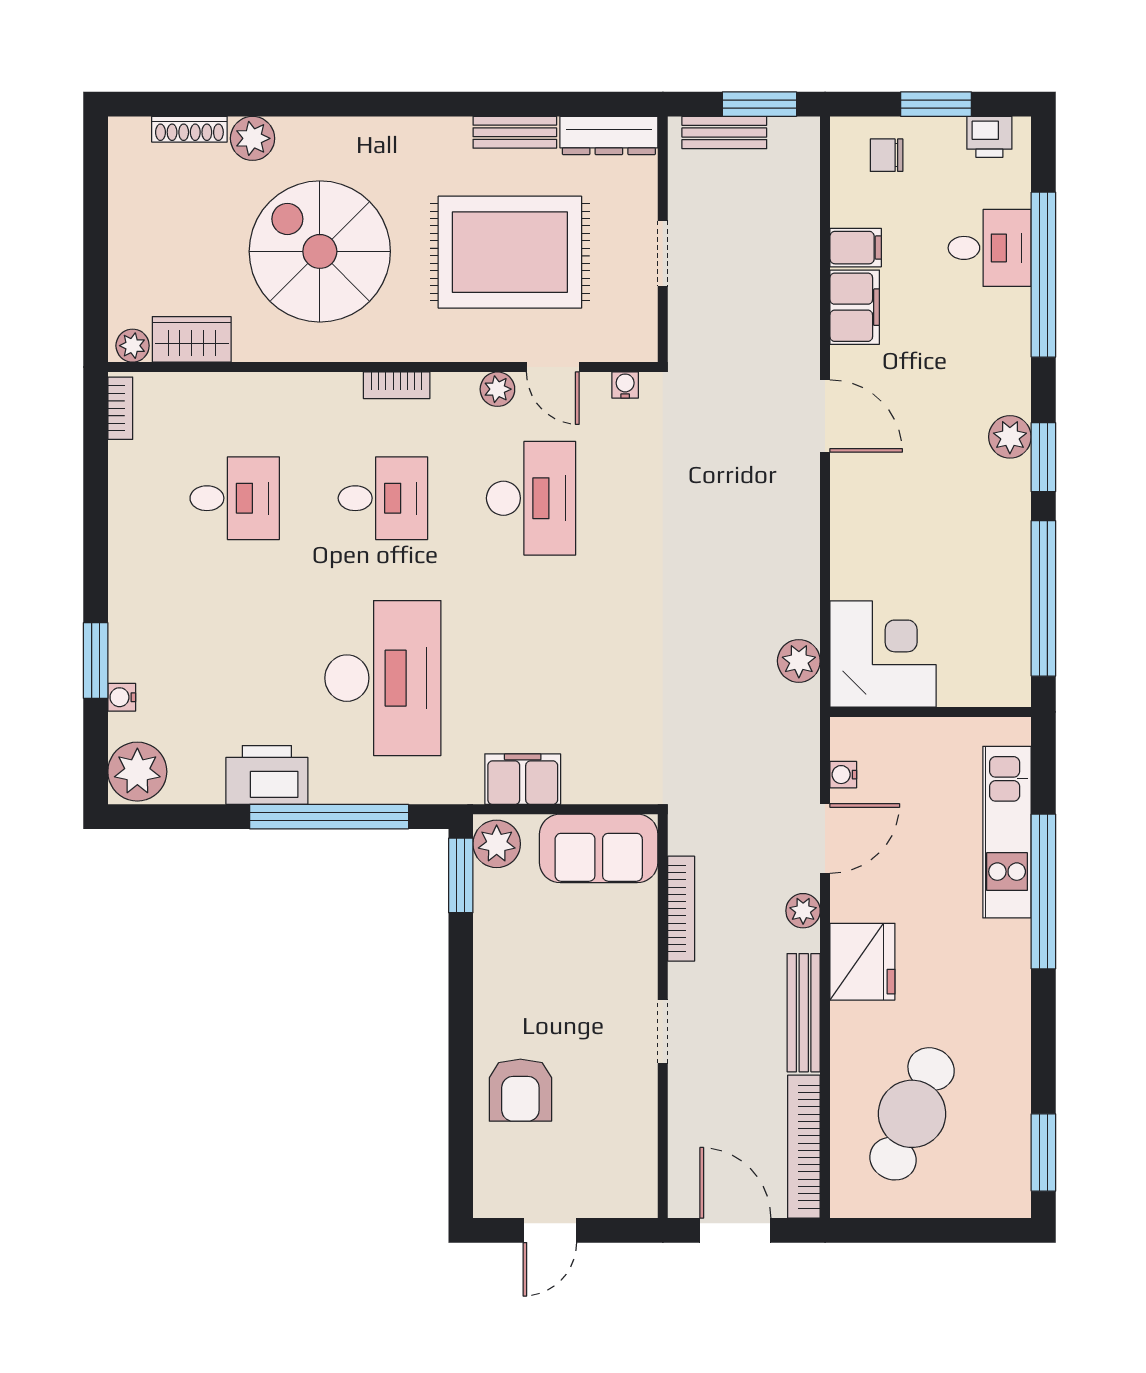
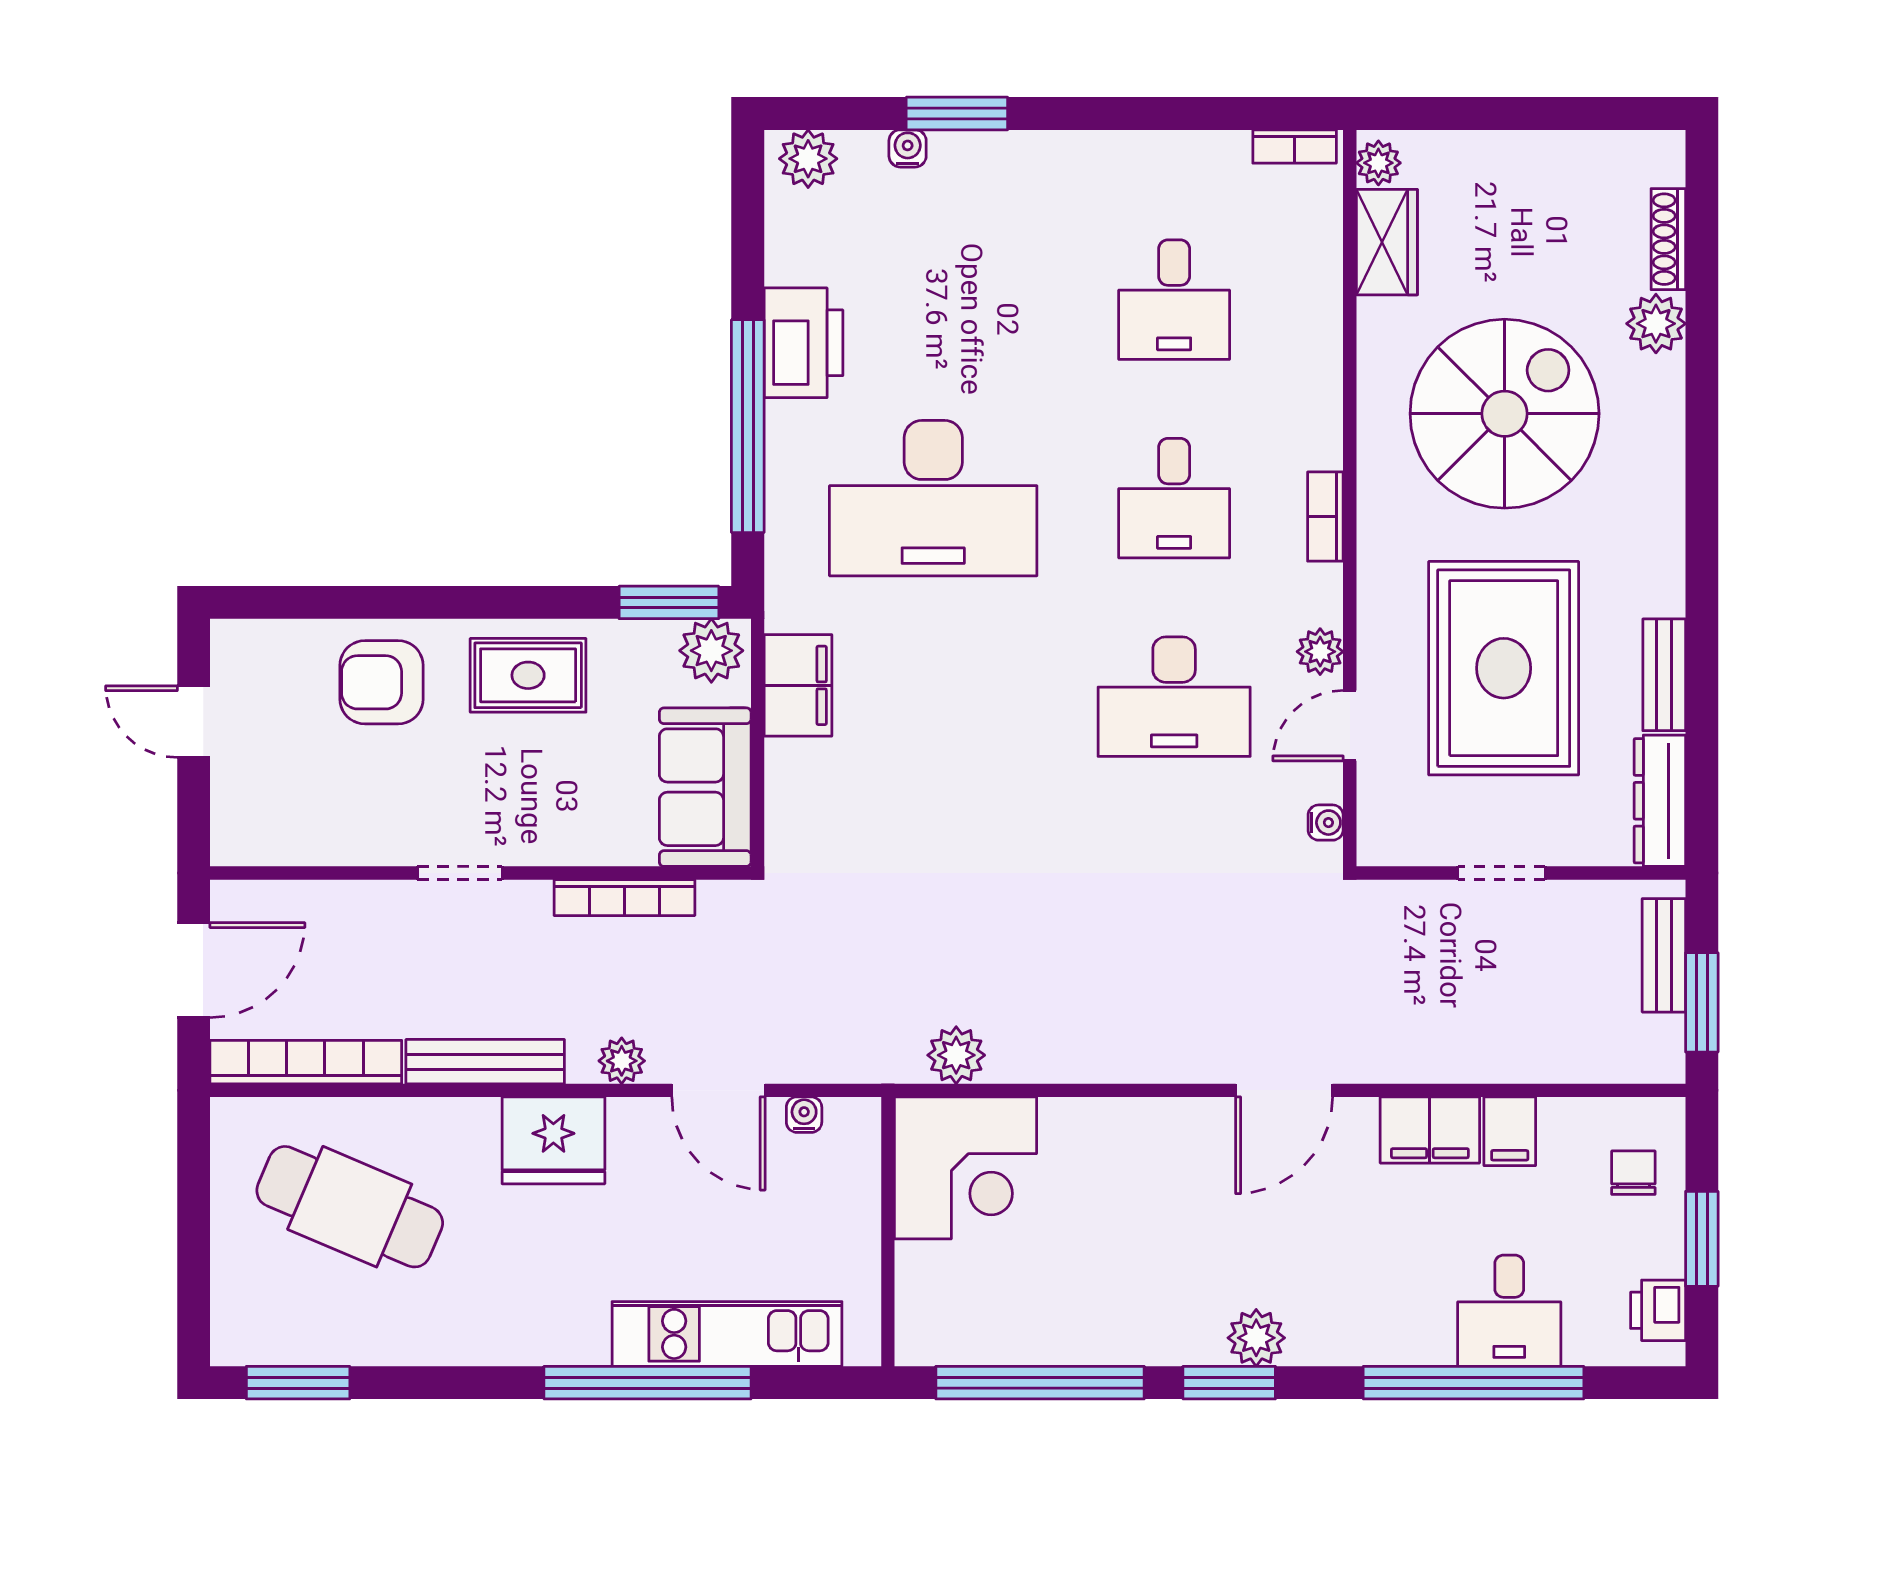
plant: (137, 772) -> (808, 159), width x0.73, depth x0.73
rug: (515, 981) -> (528, 675), added

